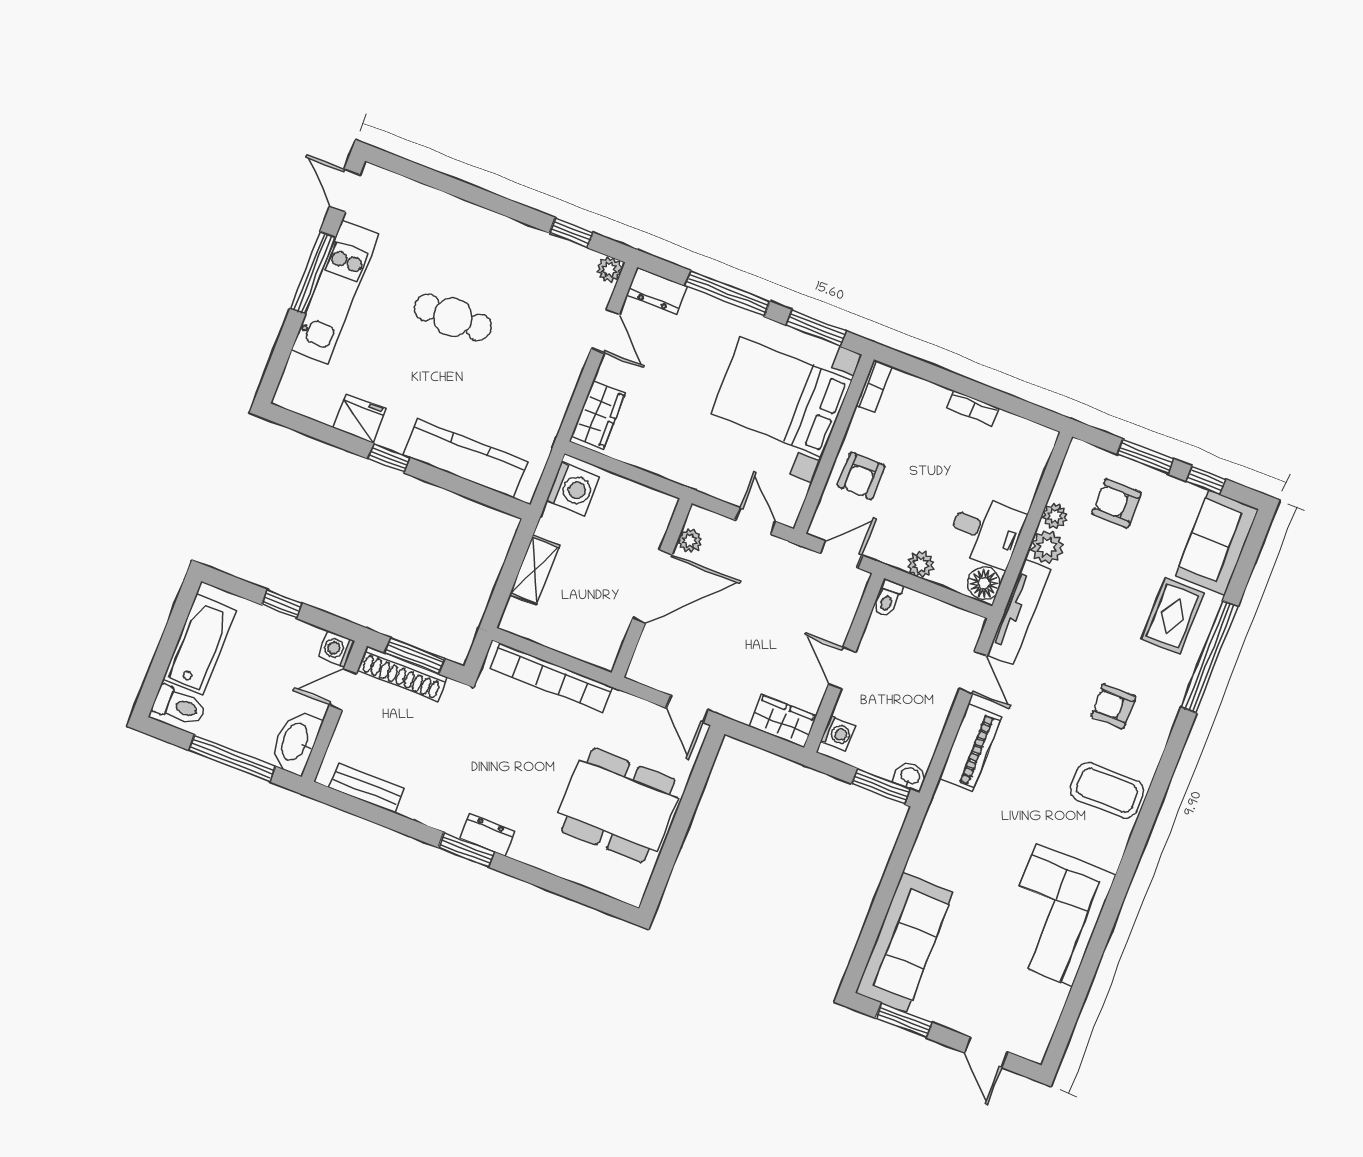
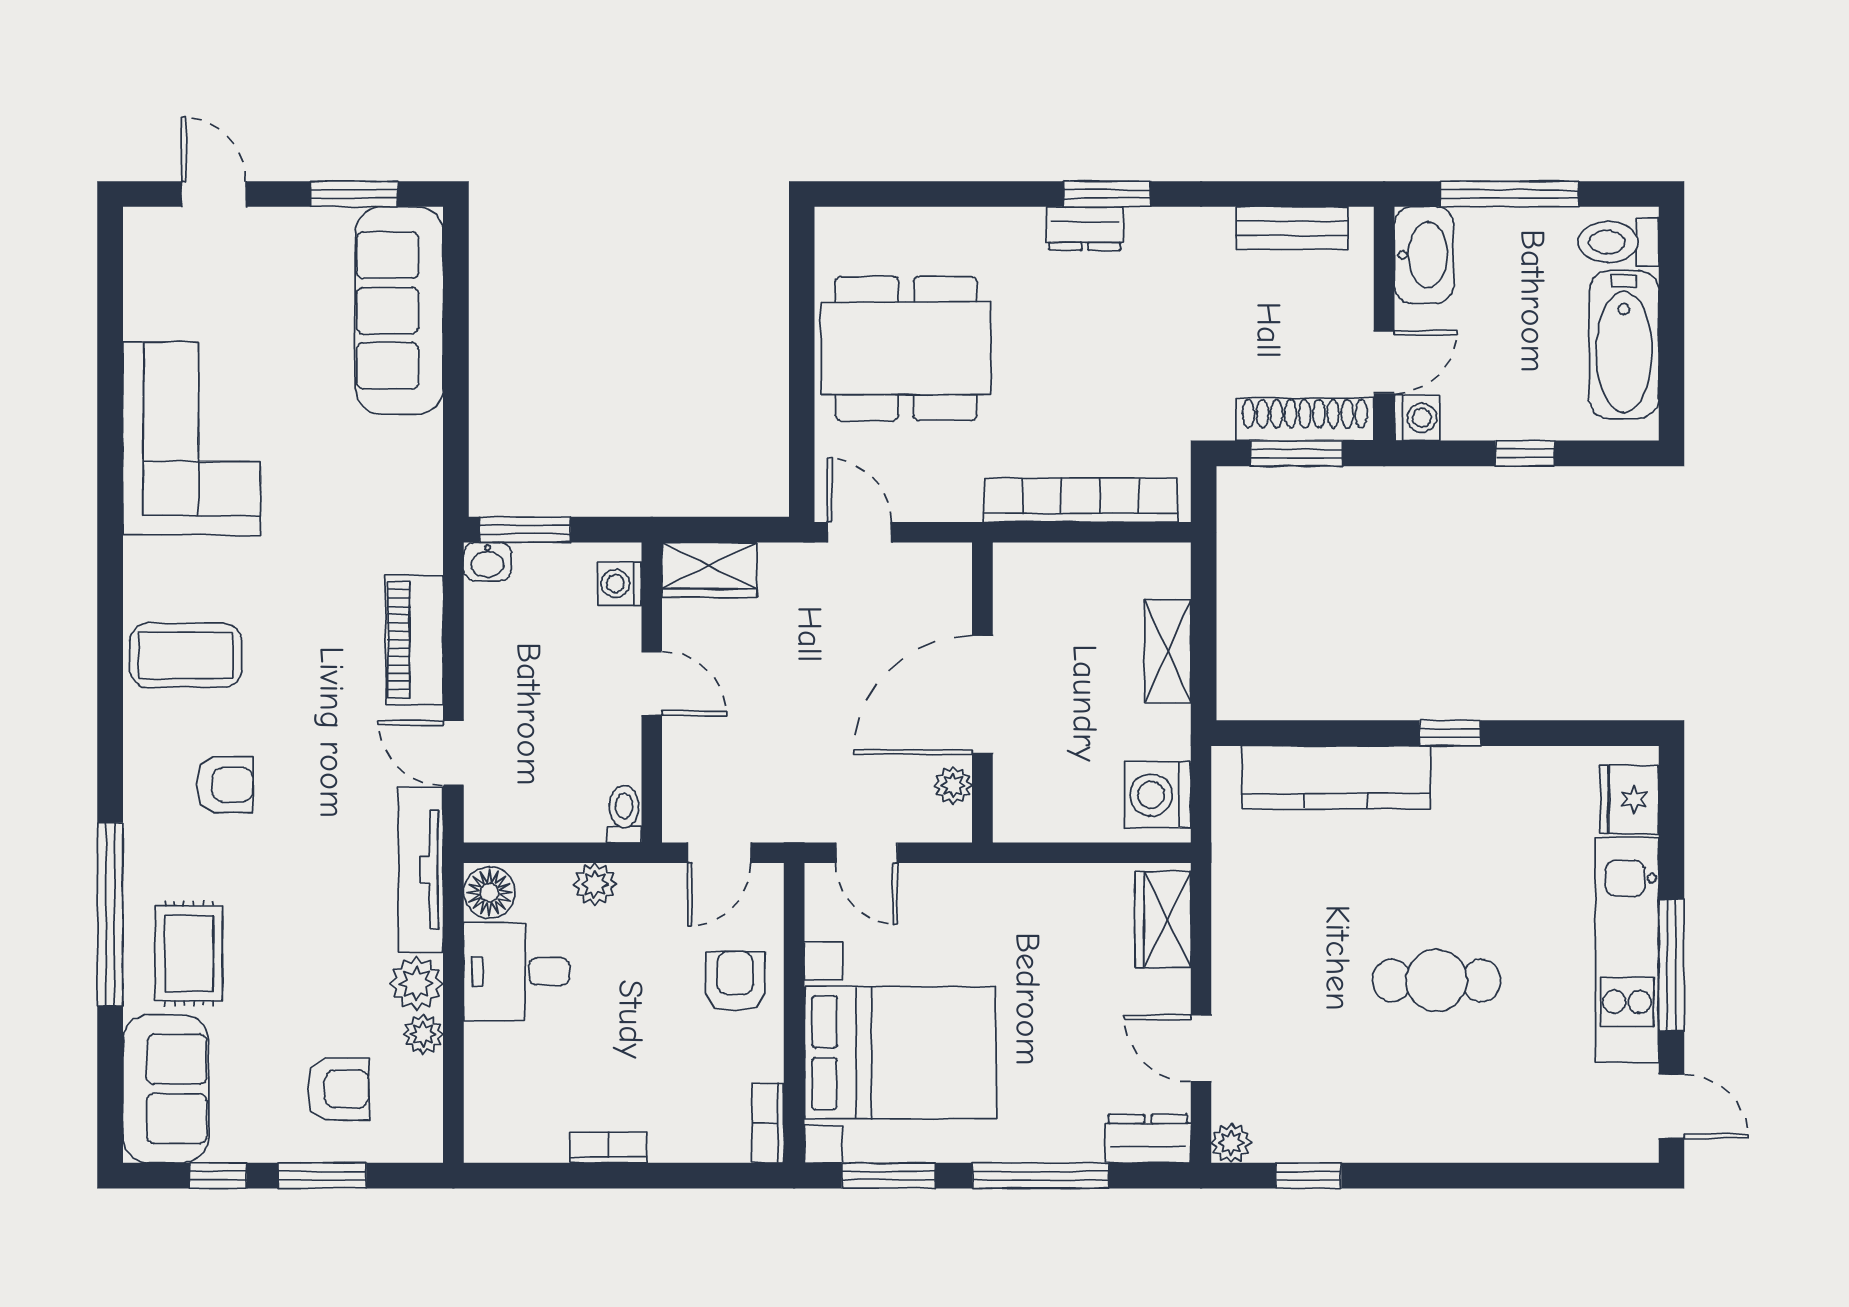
fridge: (360, 418) -> (1629, 799), moved, turned 90

